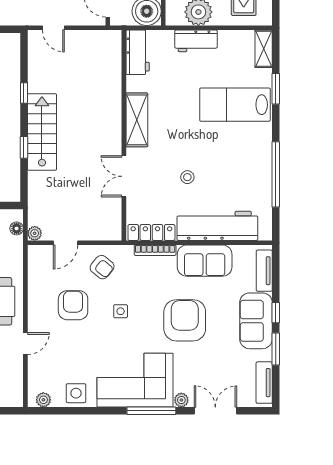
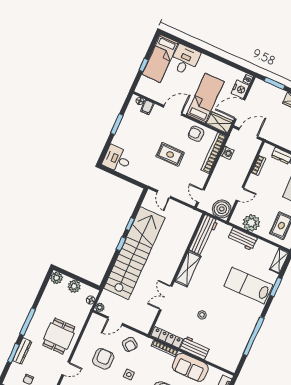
workbench: (138, 52) -> (204, 235), width x1.38
stairs: (42, 132) -> (134, 253), width x1.86, depth x1.51
window: (24, 147) -> (121, 244), moved
workbench: (217, 226) -> (195, 348), width x0.53, depth x0.76

